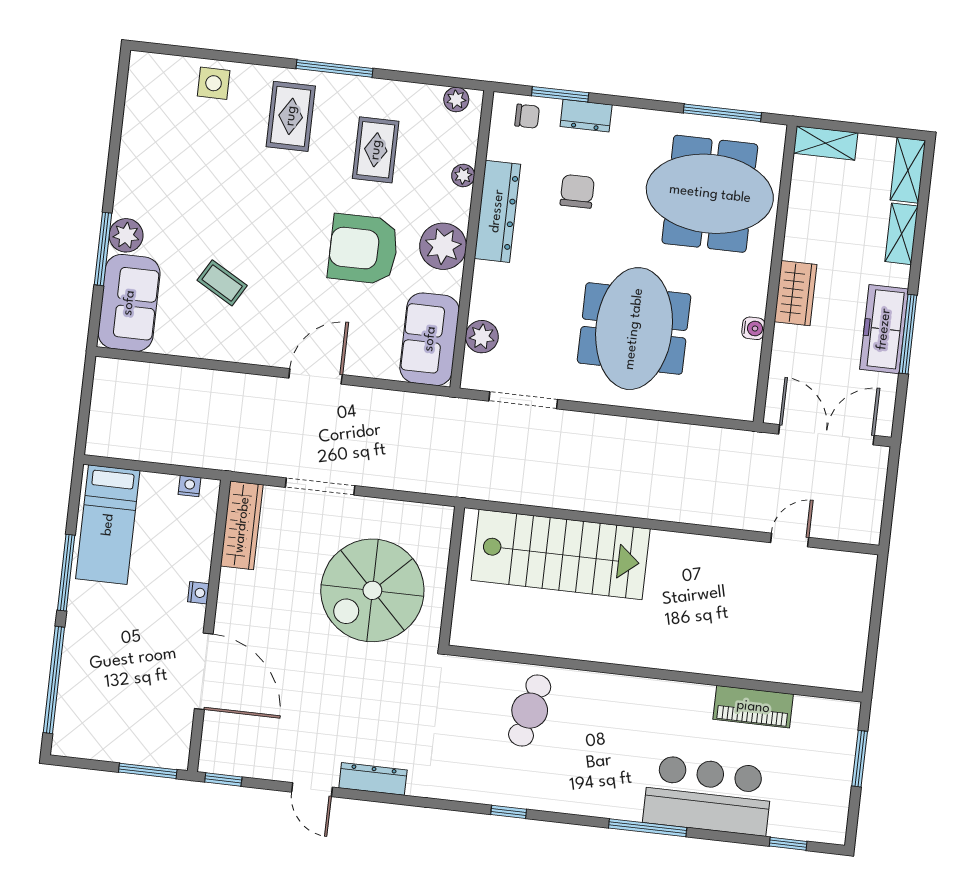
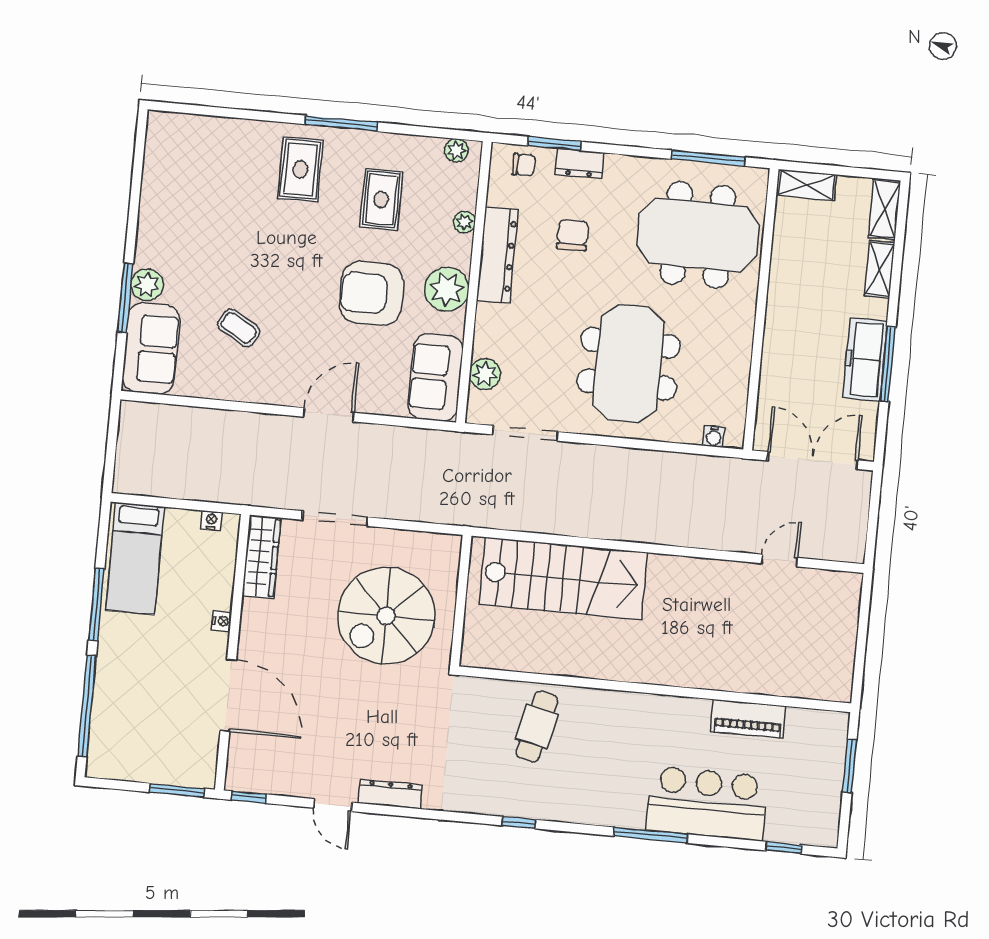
side table: (214, 83) -> (227, 139), removed
wardrobe: (795, 293) -> (781, 327), removed
water cooler: (753, 328) -> (714, 436), moved, turned 90

